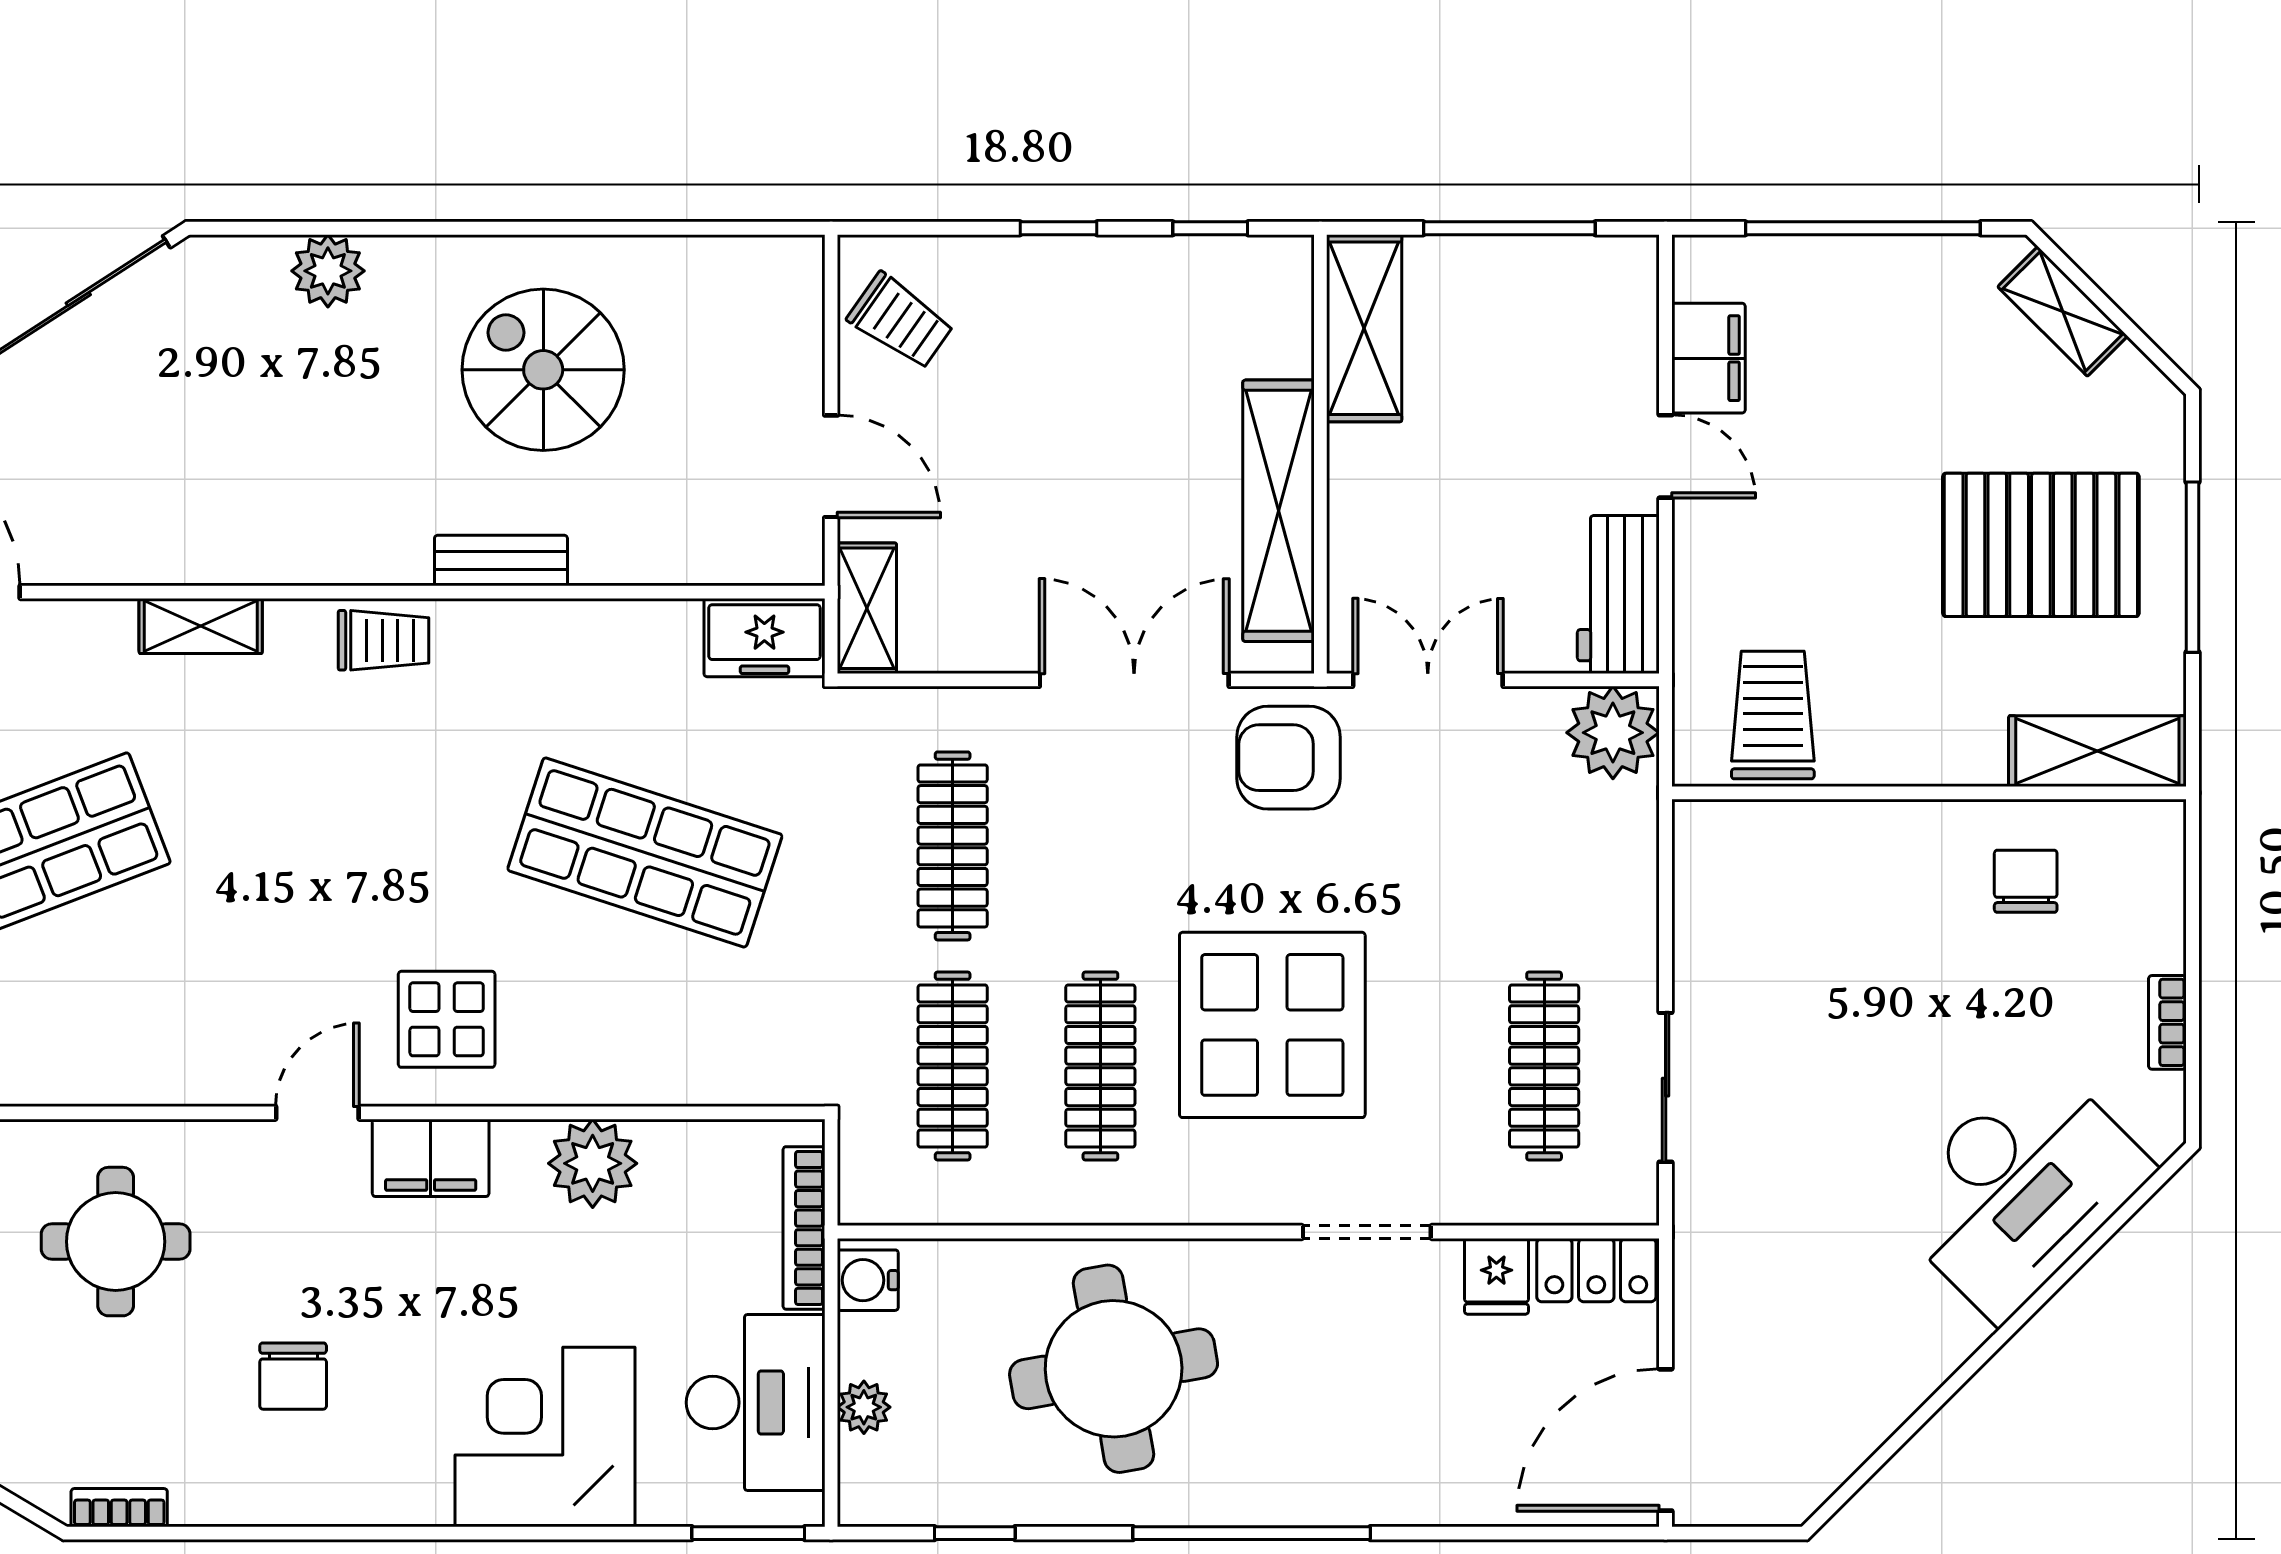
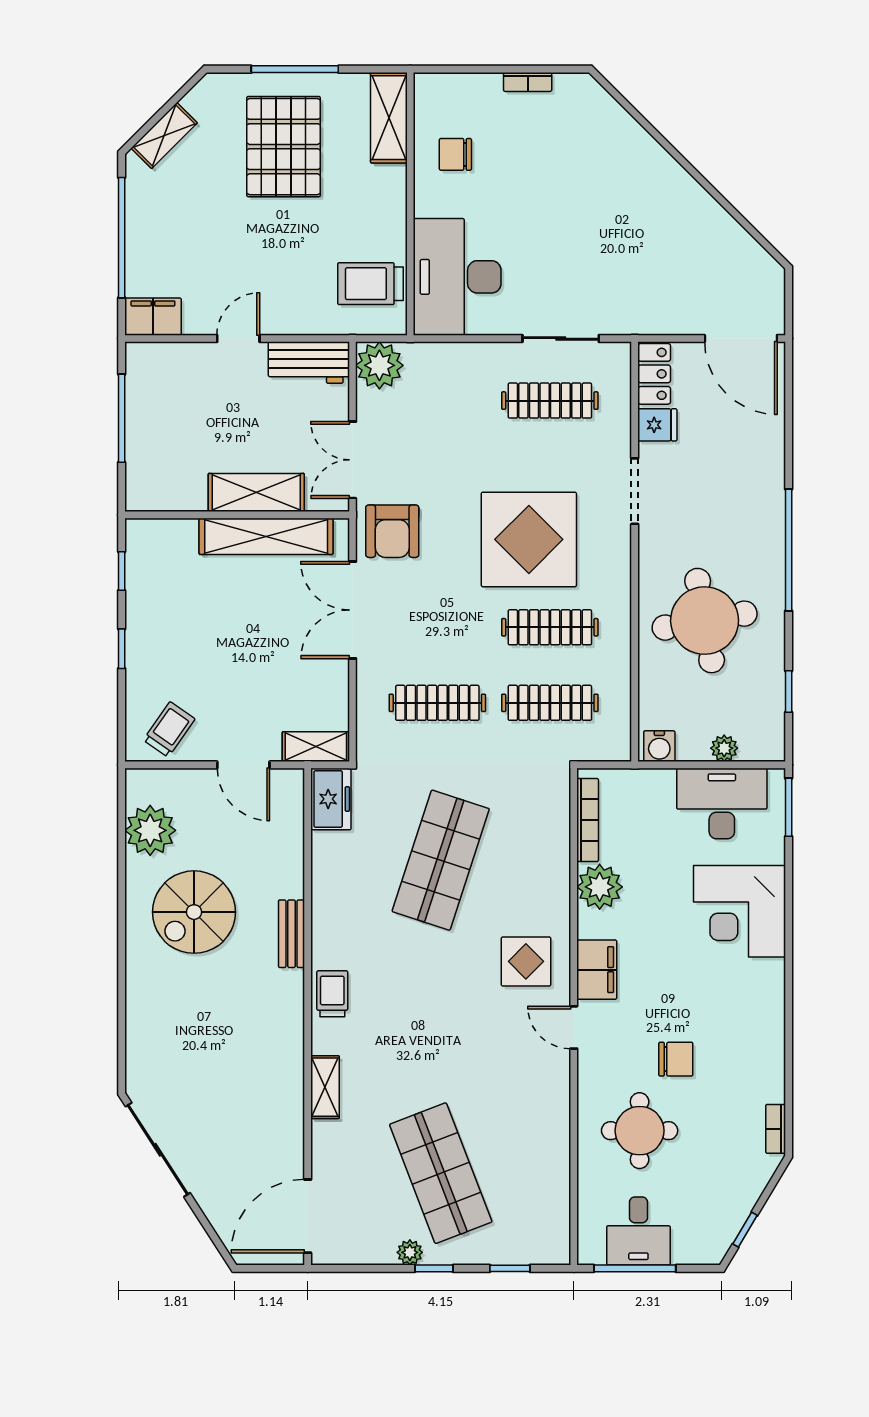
plant: (328, 271) -> (150, 830), moved, width x1.36, depth x1.36
shelving: (1364, 328) -> (256, 492), moved
filing cabinet: (1708, 358) -> (153, 317), moved
door: (831, 466) -> (243, 765), swing flipped
desk: (2019, 1189) -> (457, 277), moved, turned -135
bookcase: (804, 1228) -> (588, 820), moved, turned -90
chair: (293, 1376) -> (676, 1059), moved

